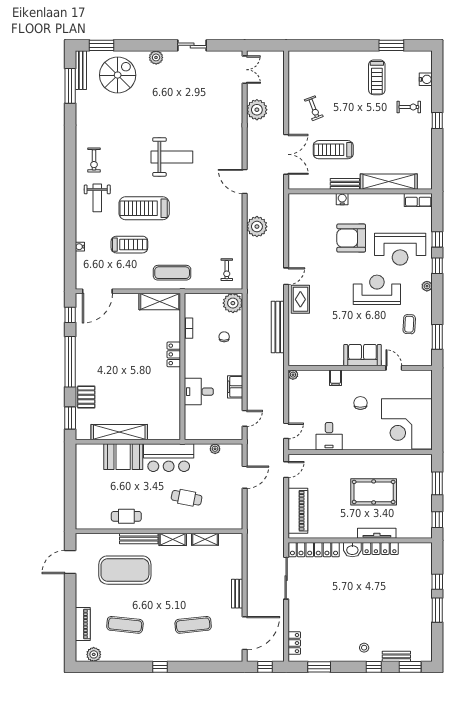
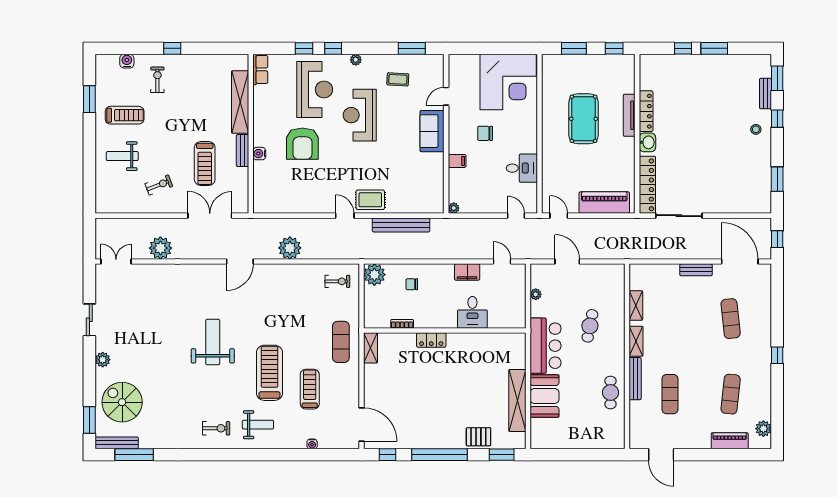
weight bench: (340, 75) -> (122, 156), added
treadmill: (144, 208) -> (269, 373), turned 180
shelving: (160, 301) -> (370, 348), width x0.67, depth x0.75
exercise mat: (125, 570) -> (670, 394), width x0.50, depth x0.69
locker: (294, 643) -> (751, 207), removed

